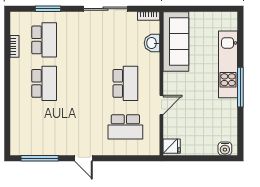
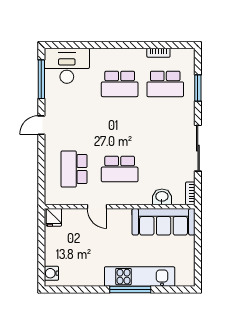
window: (240, 87) -> (130, 289), moved
desk: (27, 134) -> (67, 66), added

